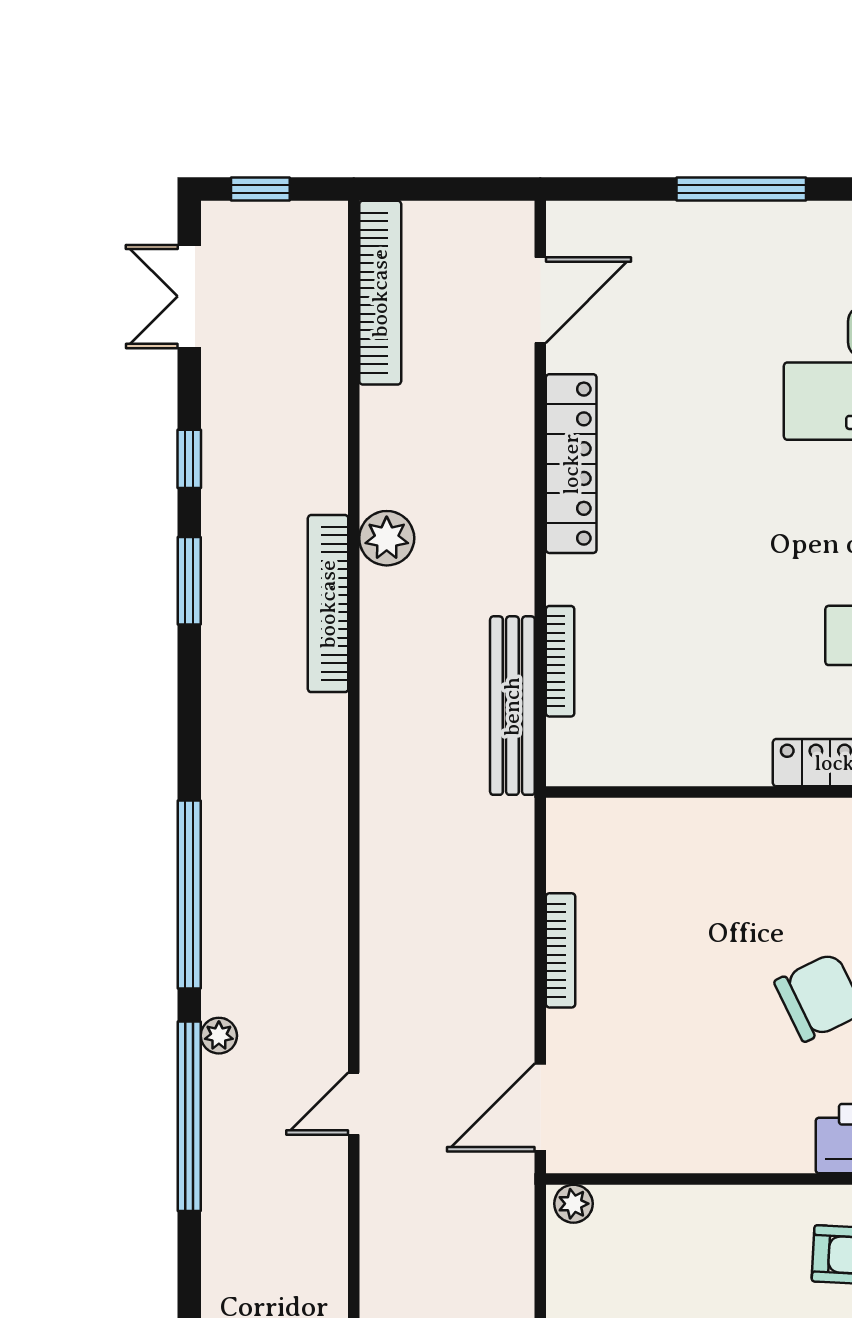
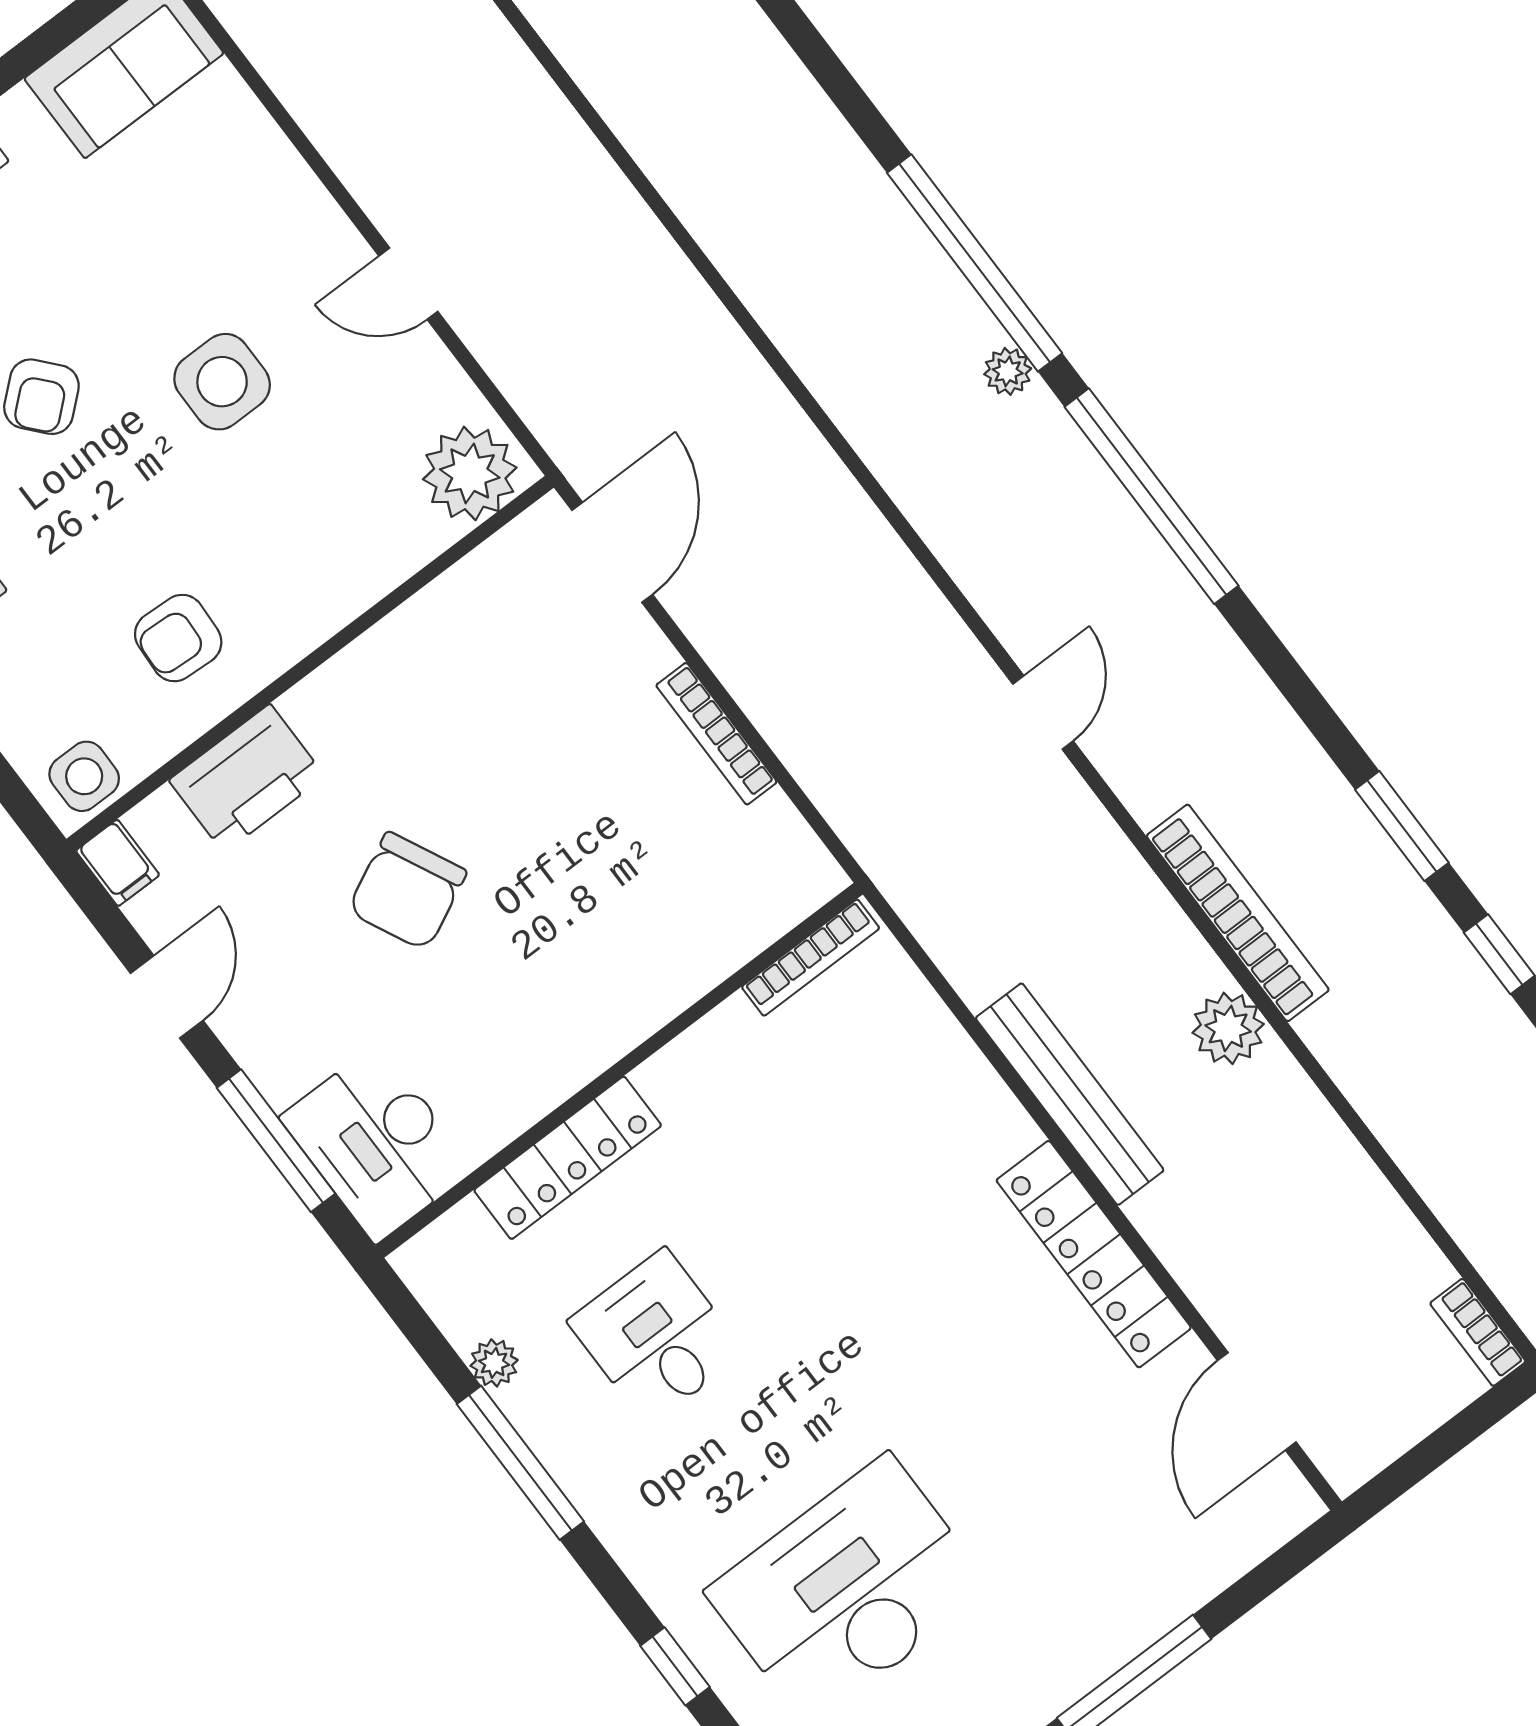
bookcase: (380, 293) -> (1478, 1332), width x0.43, depth x0.76
bookcase: (560, 661) -> (811, 958), moved, turned -90
bench: (512, 706) -> (1070, 1094), moved
door: (354, 1104) -> (1043, 712), moved
plant: (573, 1204) -> (470, 473), width x1.88, depth x1.88

